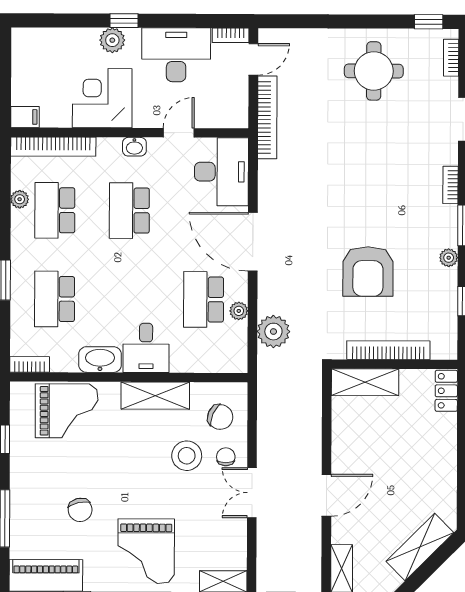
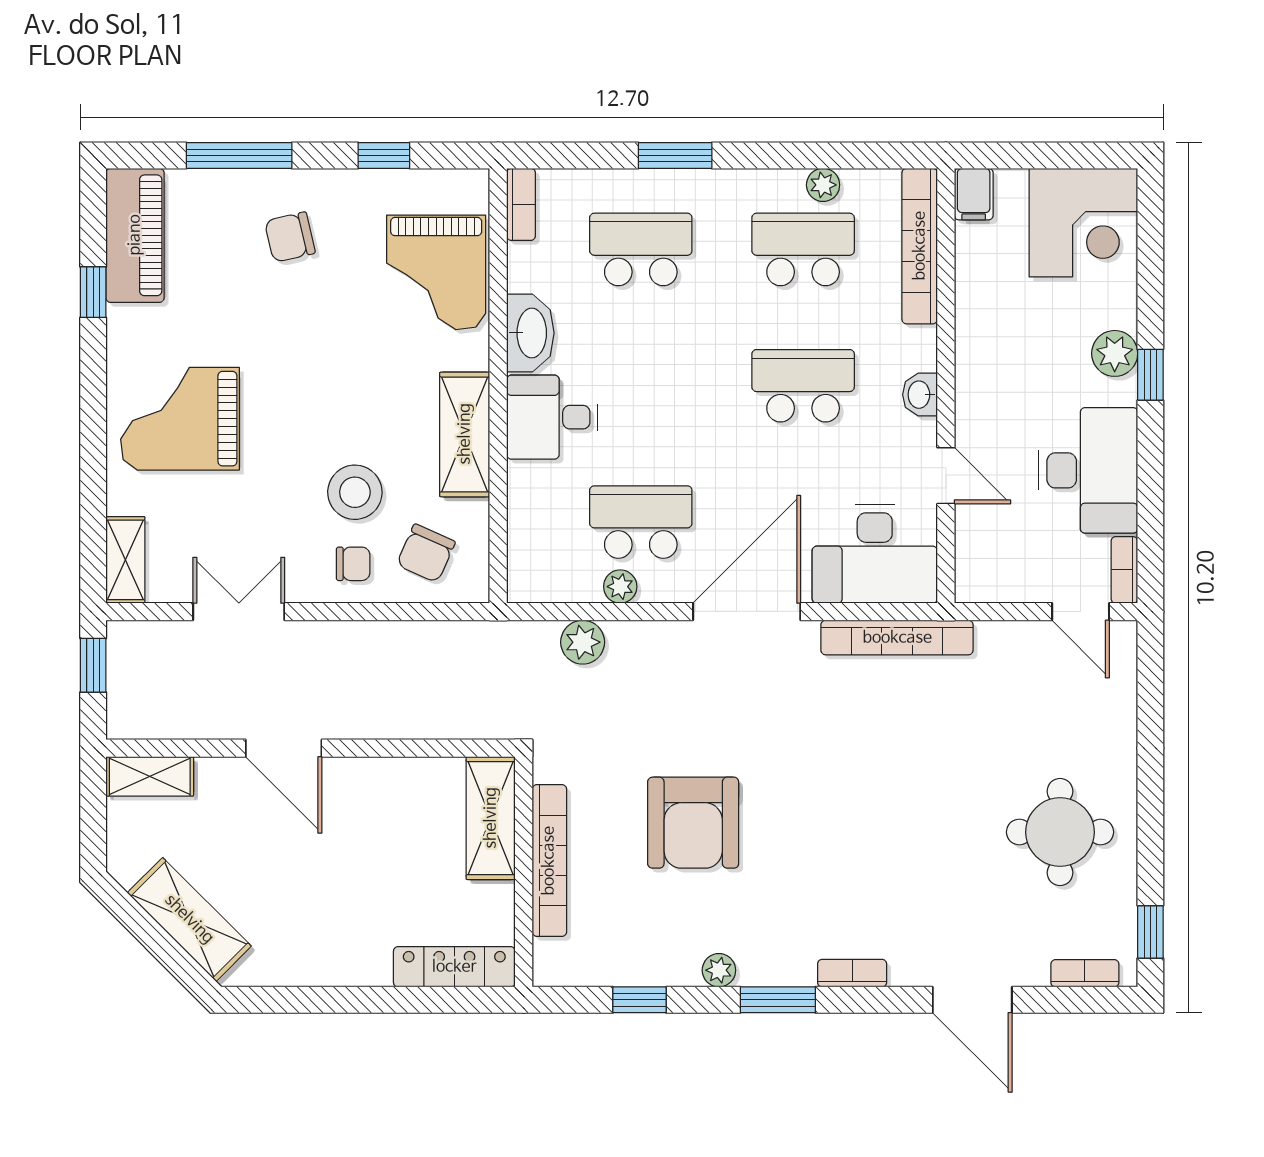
corner desk: (102, 98) -> (1083, 223), moved, turned 90
bookcase: (267, 117) -> (897, 638), moved
armchair: (368, 271) -> (693, 823), turned -90
plant: (273, 332) -> (583, 642), width x0.73, depth x0.73
locker: (446, 391) -> (454, 967), width x1.53
double door: (252, 493) -> (239, 612), moved
chair: (80, 510) -> (290, 237), moved

